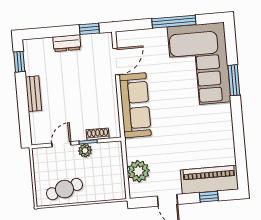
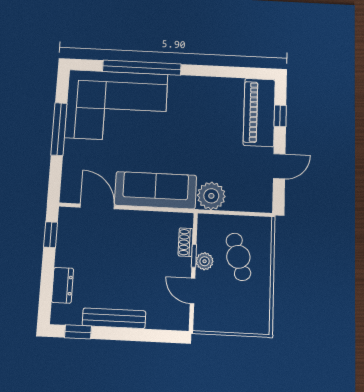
dresser: (67, 43) -> (63, 285), moved
window: (234, 80) -> (142, 68), width x2.11
bench: (33, 94) -> (114, 318), width x1.36
plant: (138, 171) -> (211, 196), moved
cafe table: (64, 189) -> (238, 257), moved

